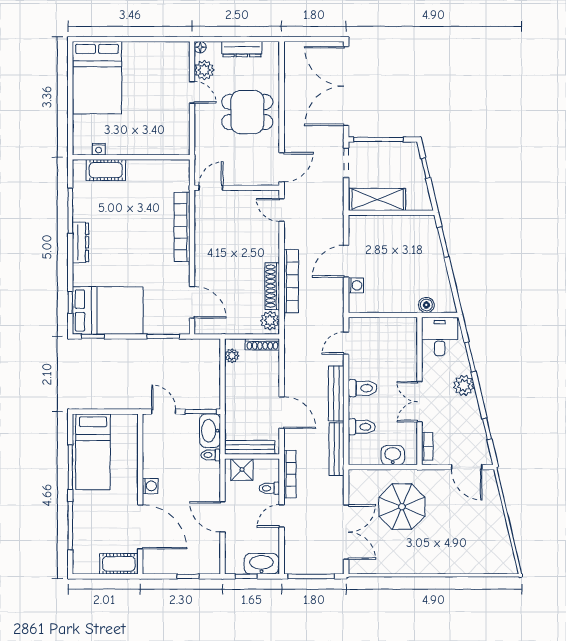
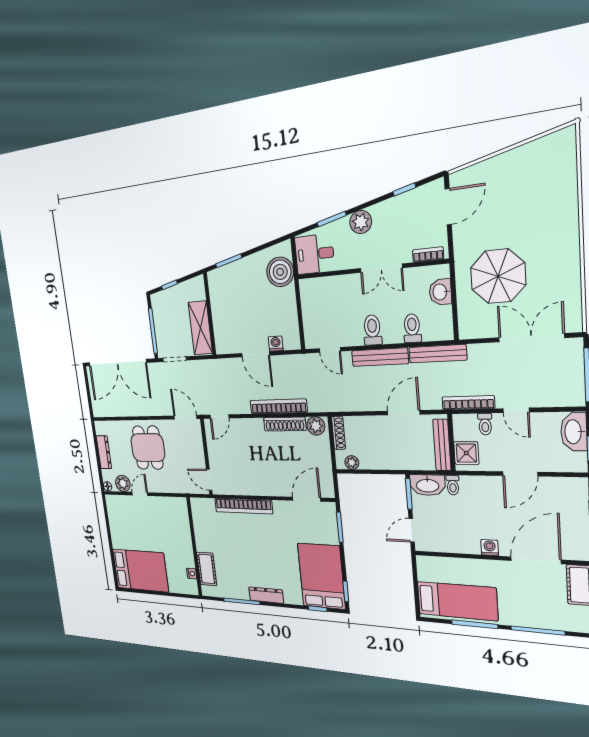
boiler: (426, 305) -> (280, 272), width x1.86, depth x1.86

